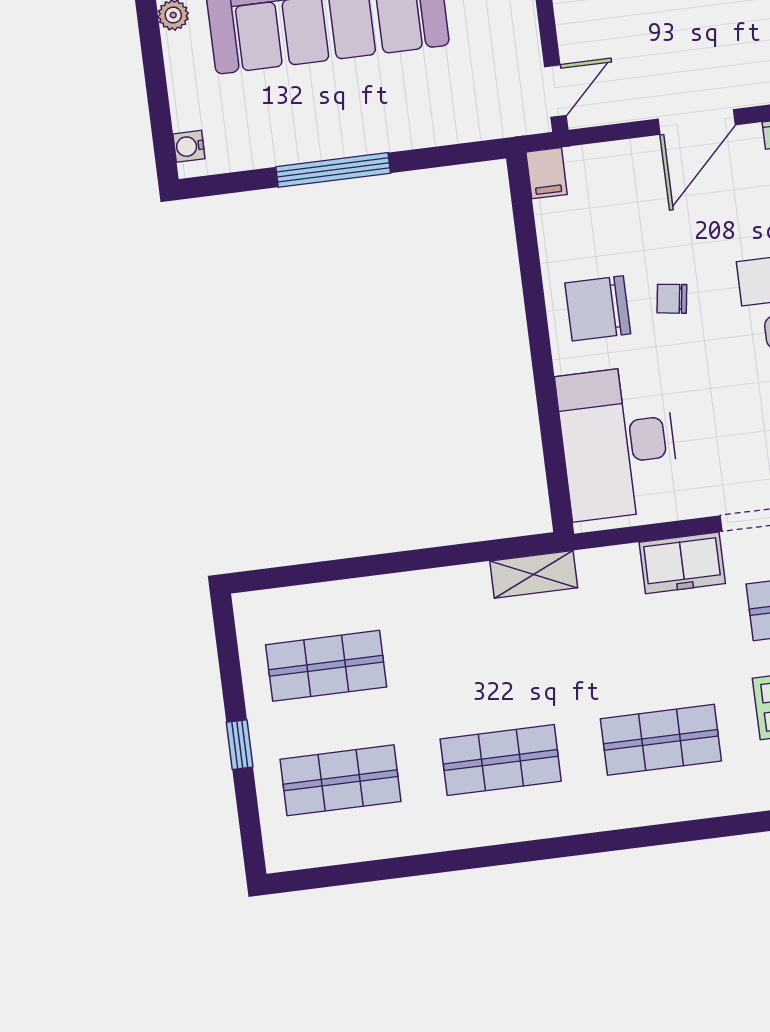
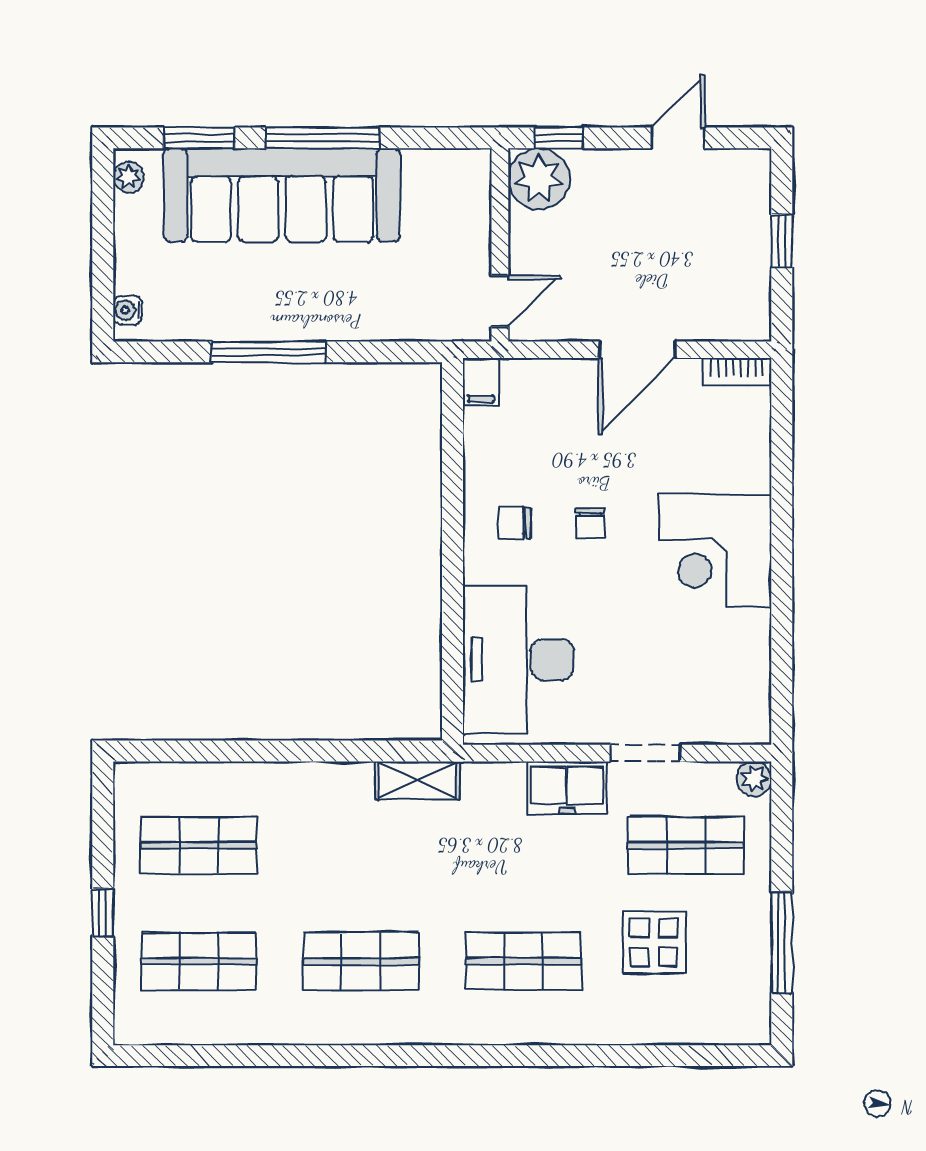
chair: (672, 299) -> (590, 523), turned -98
chair: (598, 308) -> (515, 523), width x0.54, depth x0.54

